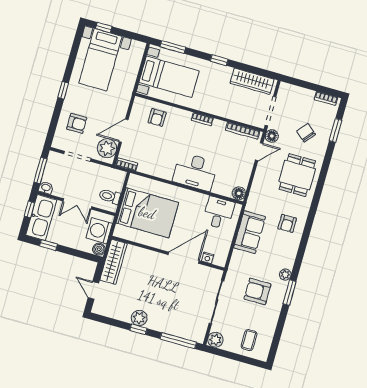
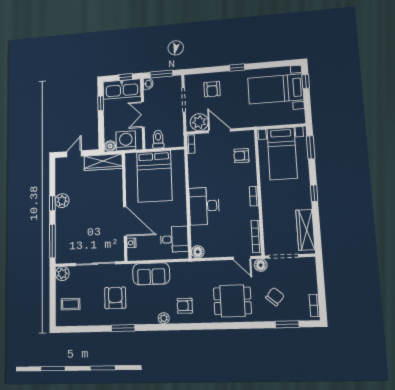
sofa: (250, 232) -> (151, 274), moved
plant: (285, 275) -> (164, 318), moved

